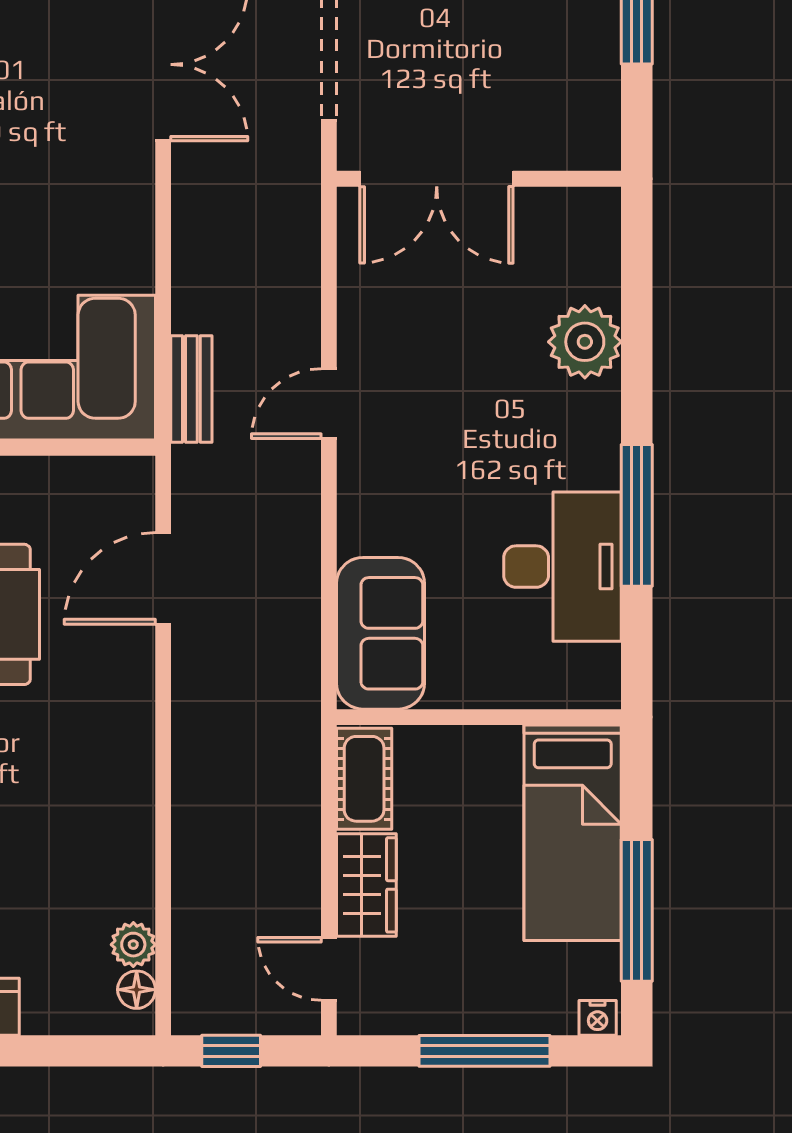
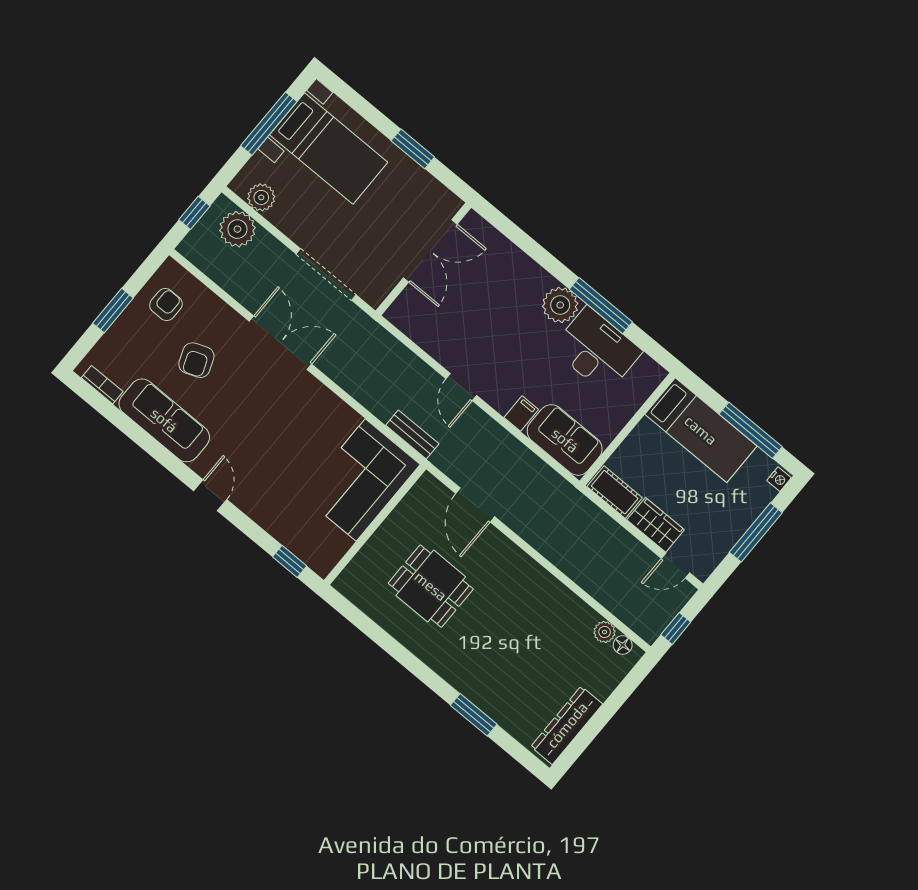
double door: (437, 179) -> (430, 251), moved
plant: (585, 342) -> (560, 305), moved
filing cabinet: (366, 532) -> (521, 413), added

